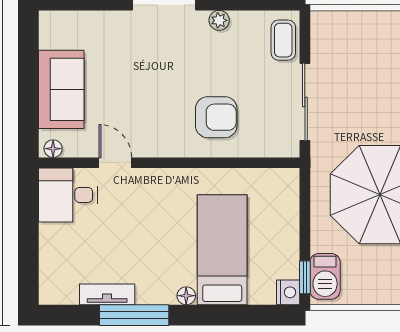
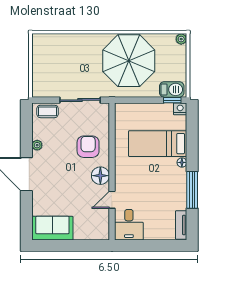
sofa: (61, 89) -> (52, 228), moved
floor lamp: (53, 149) -> (100, 176), moved, width x1.89, depth x1.89
tv unit: (107, 294) -> (181, 225), moved

